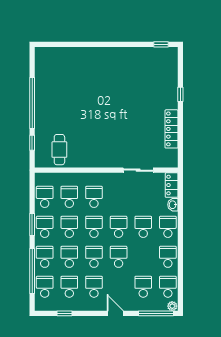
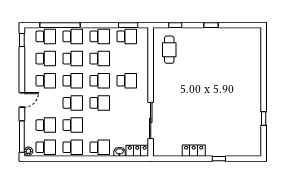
window: (161, 44) -> (264, 118), moved
window: (32, 103) -> (211, 25), width x0.32
locker: (172, 129) -> (194, 151), width x0.66
cafe table: (59, 150) -> (169, 50), turned 90
sliding door: (138, 170) -> (151, 120), width x1.37
school desk: (69, 197) -> (127, 59), removed
window: (32, 224) -> (128, 25), moved
school desk: (143, 227) -> (73, 125), moved
window: (64, 313) -> (22, 40), moved

